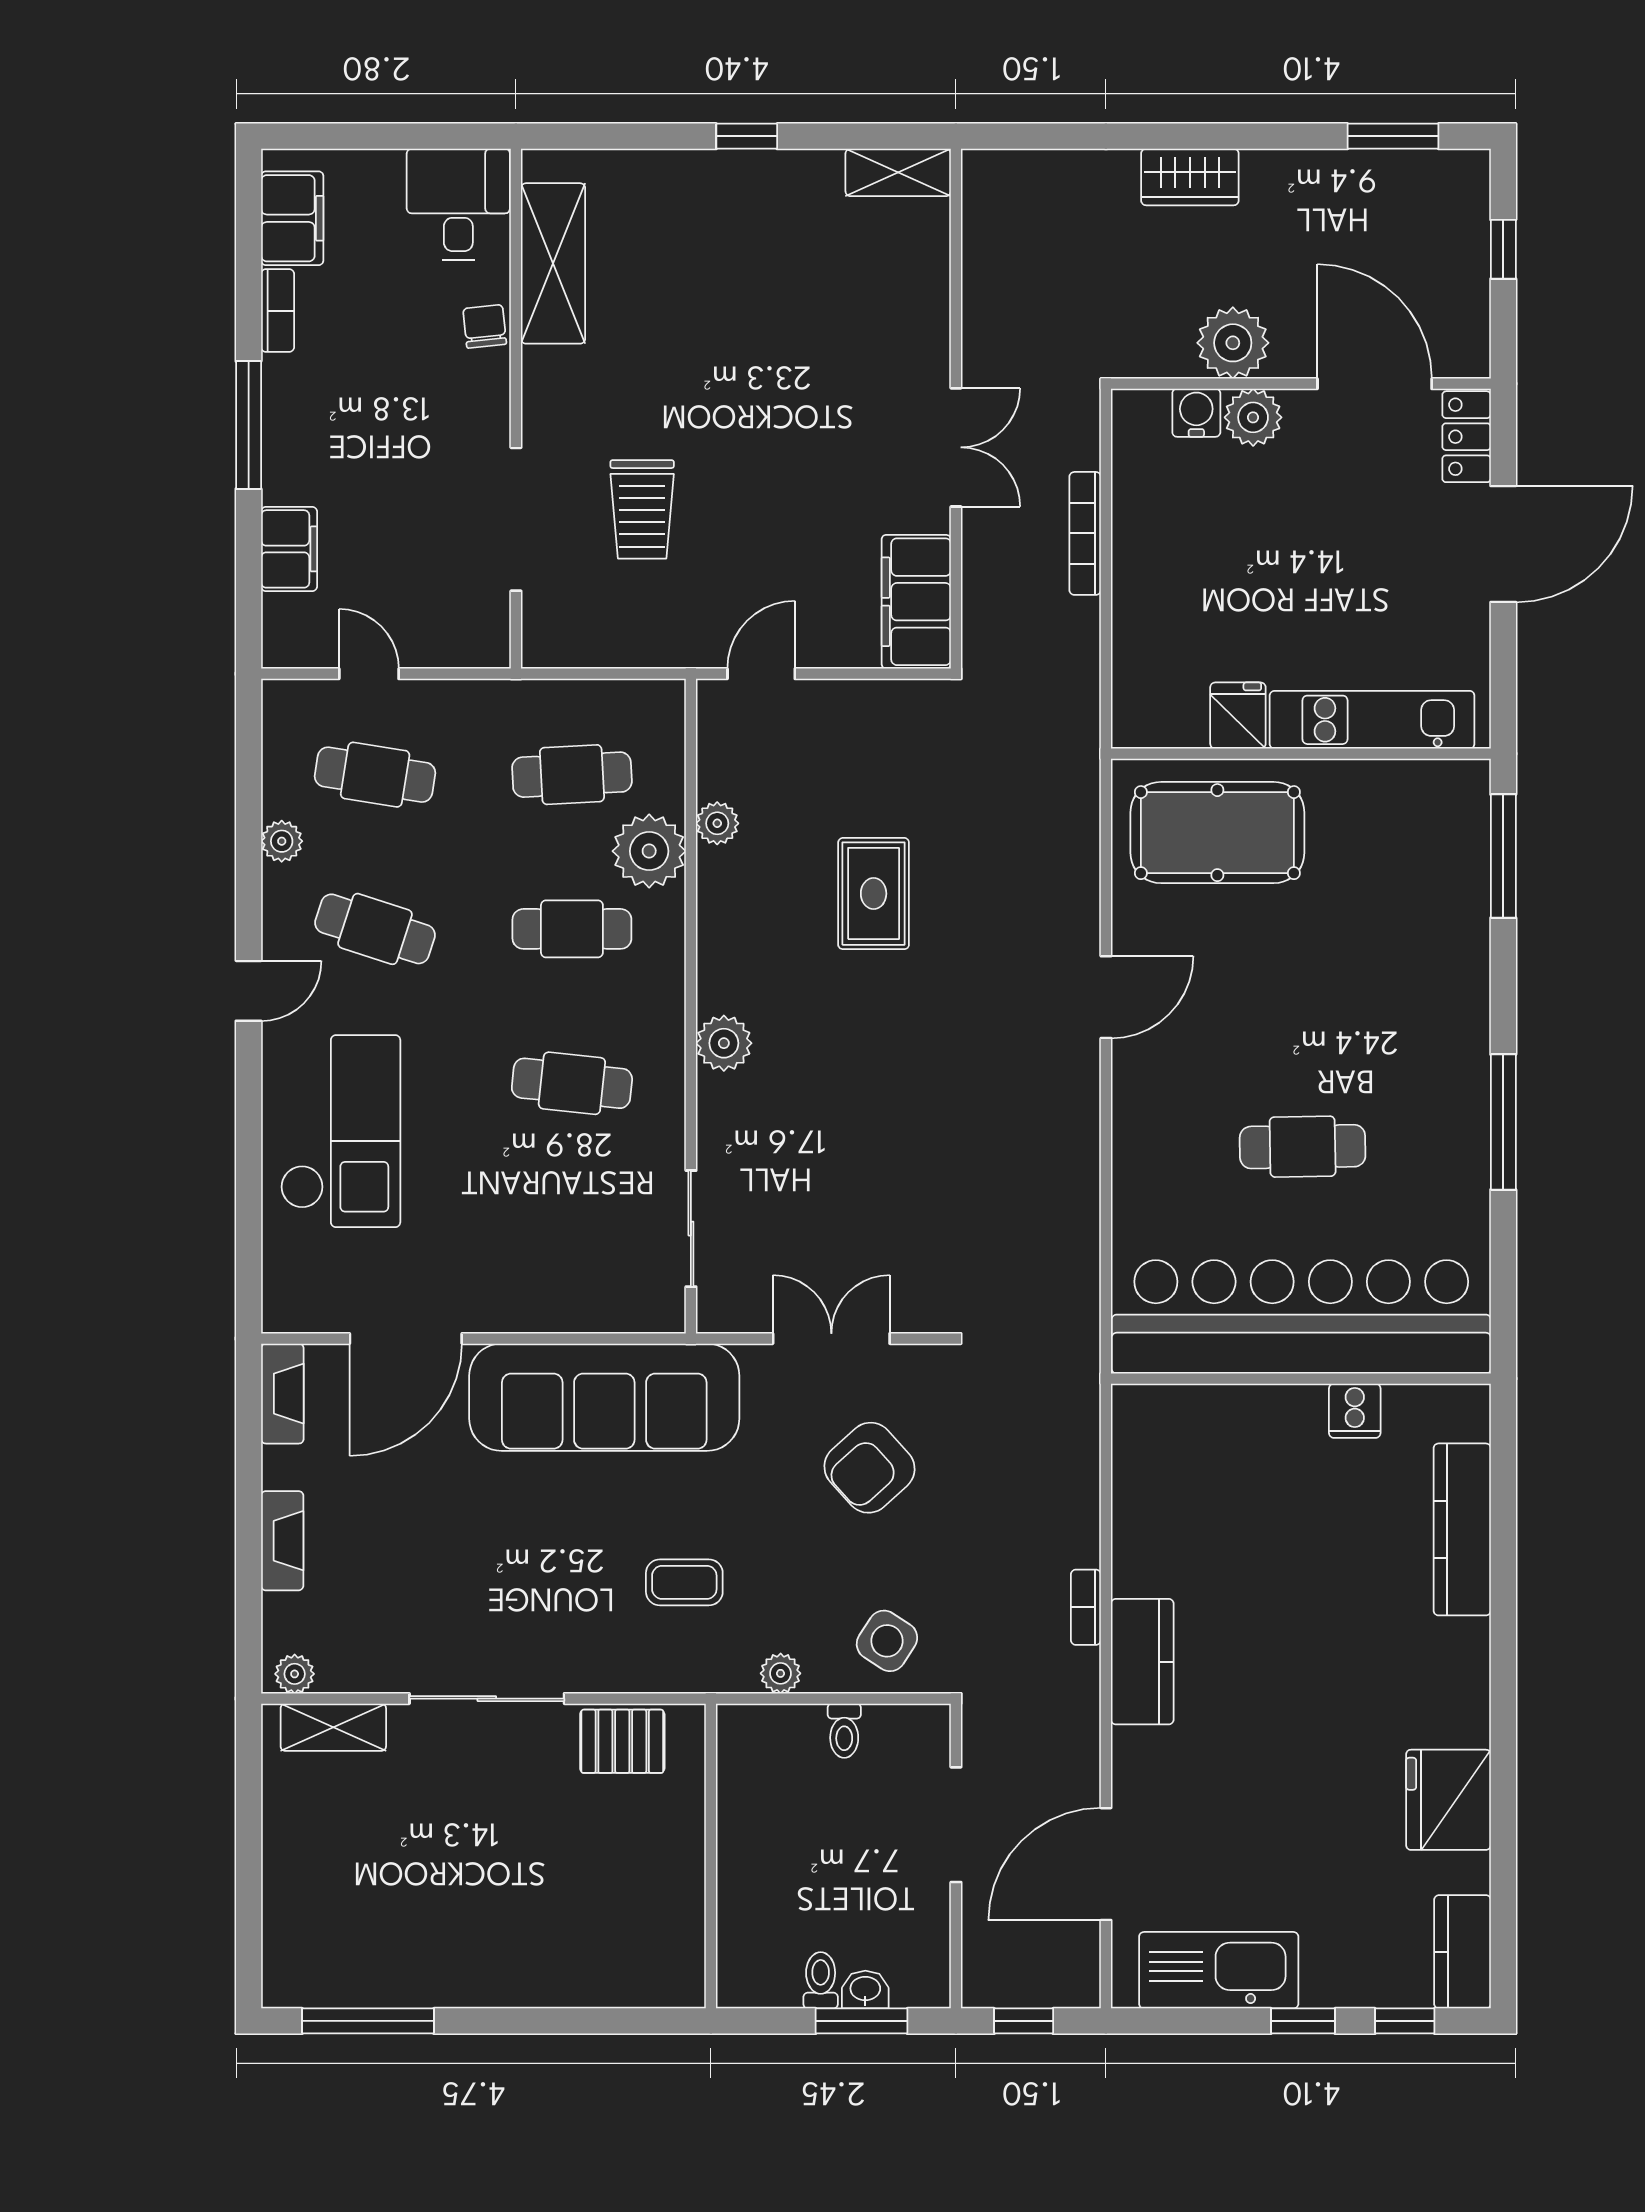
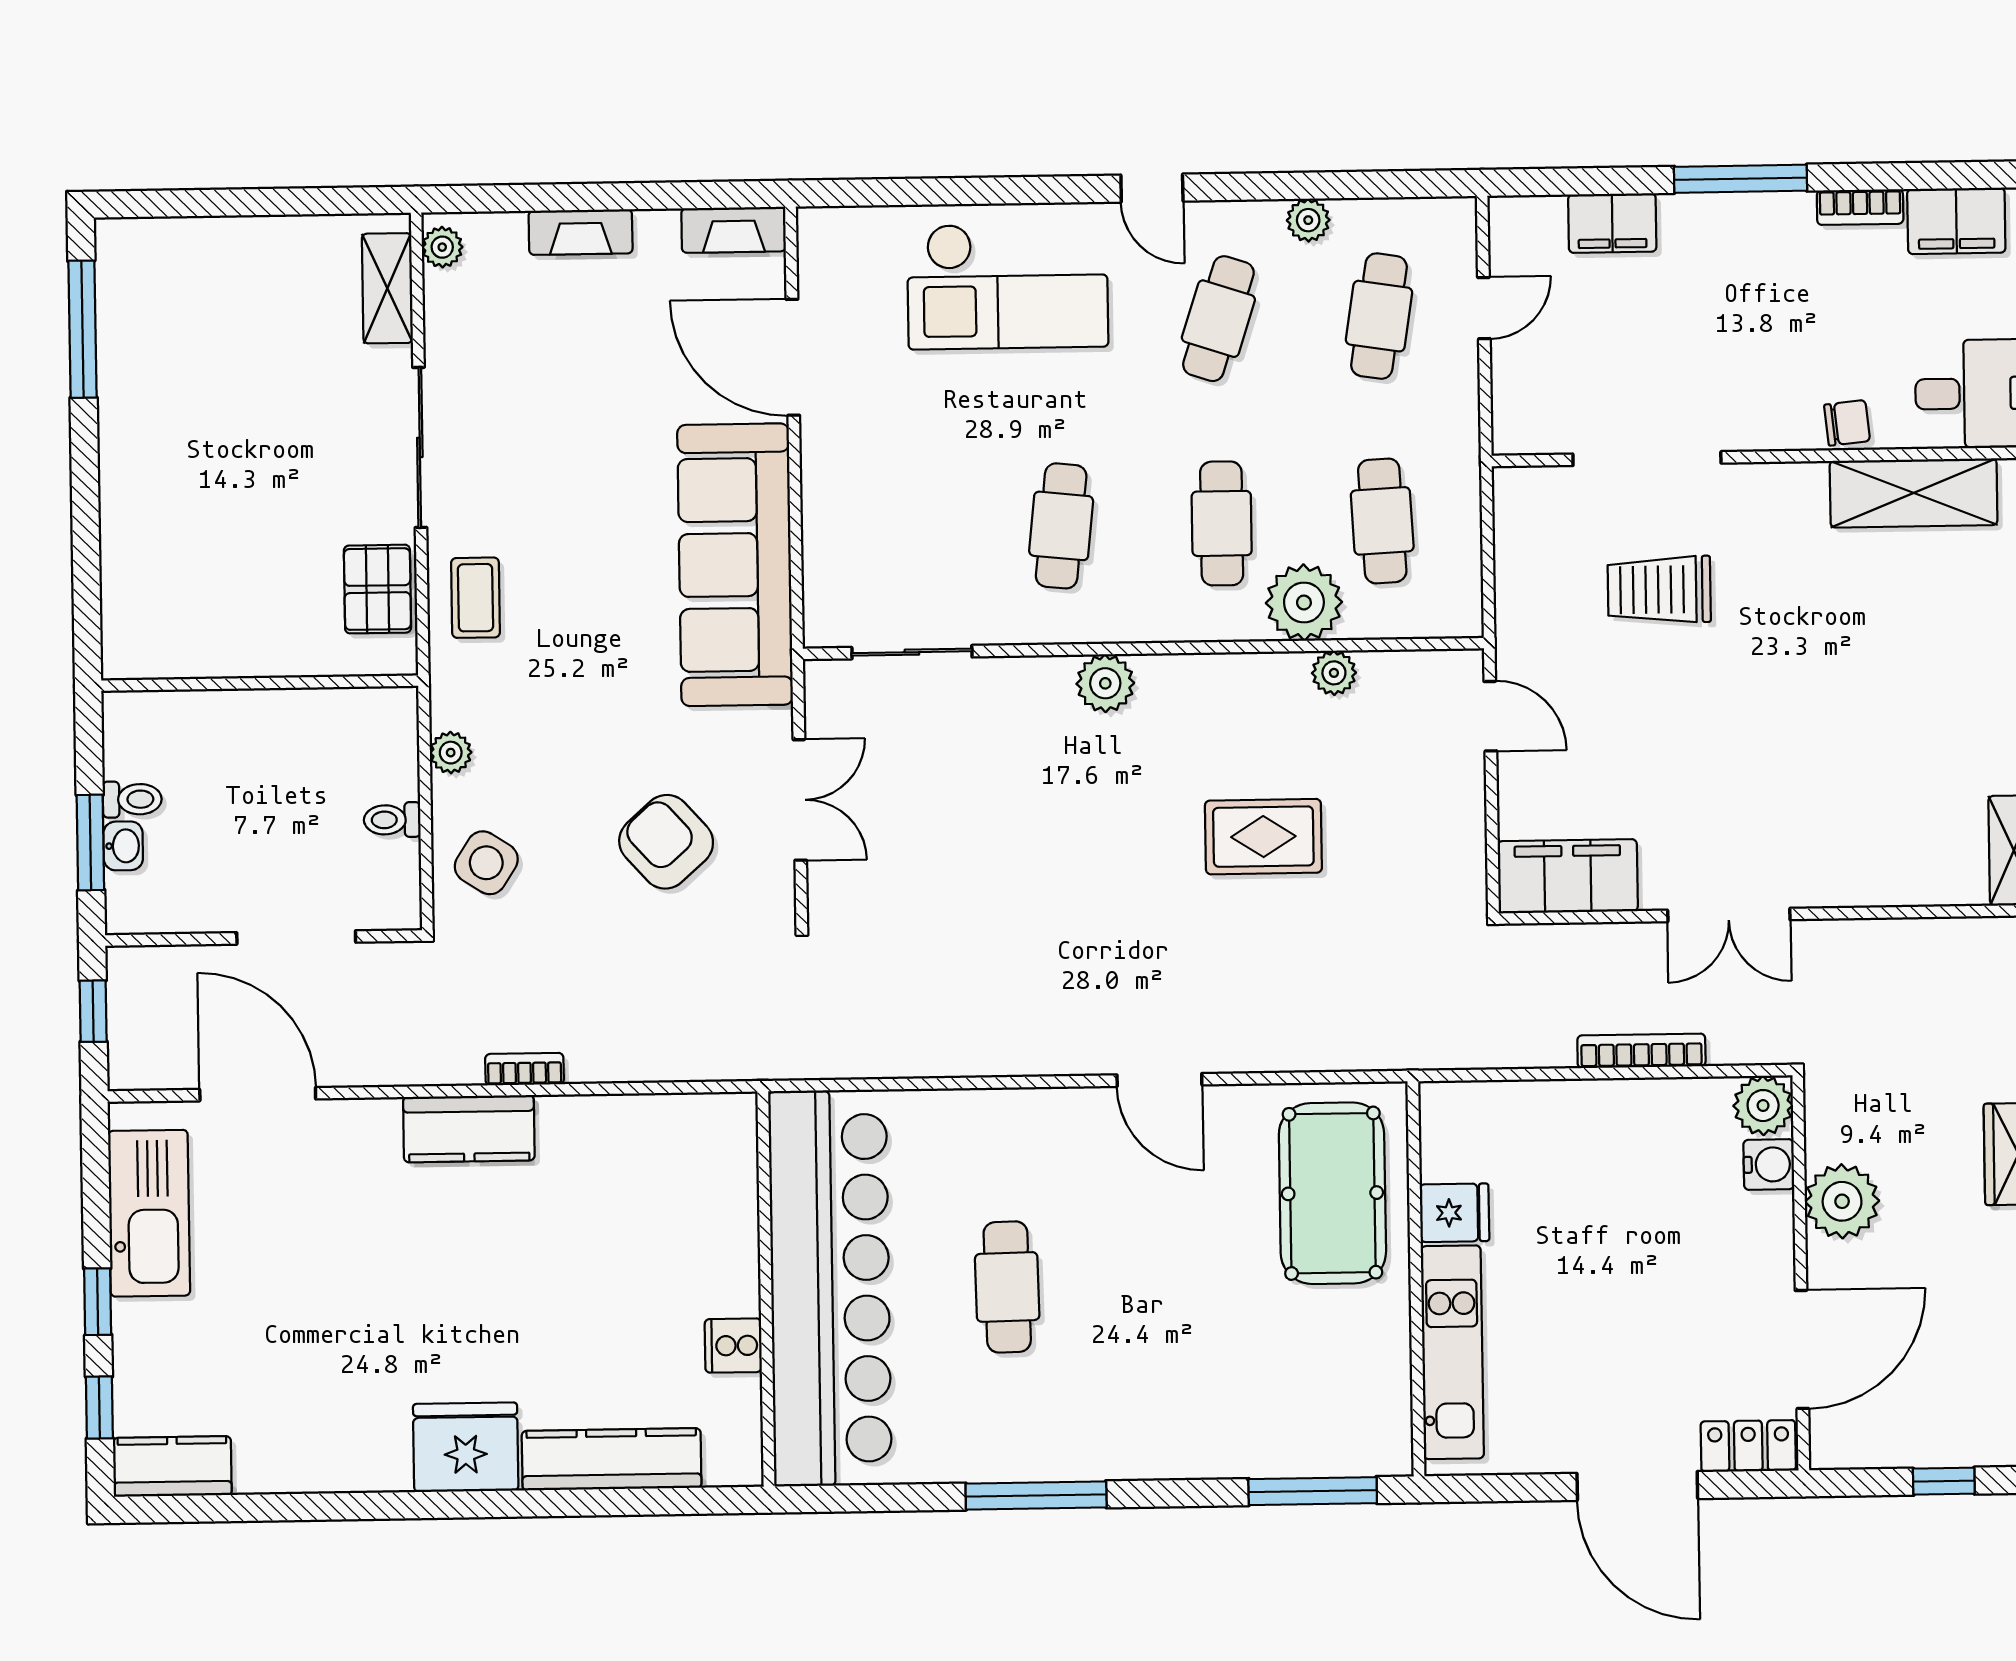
plant: (1253, 417) -> (1763, 1106), moved
coffee table: (684, 1582) -> (476, 598), moved
fridge: (1448, 1800) -> (466, 1447), moved

